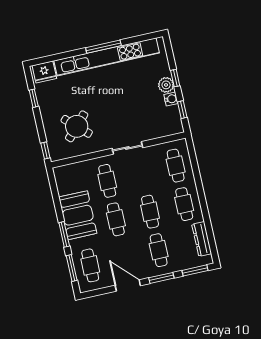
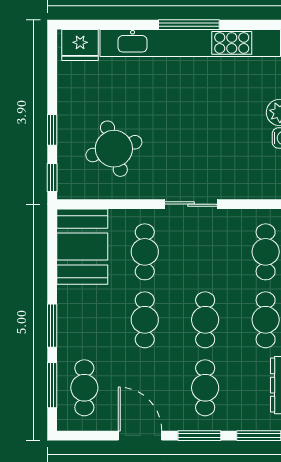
window: (34, 98) -> (52, 130), moved
round table: (77, 126) -> (114, 149), turned 30
booth: (78, 215) -> (82, 247), moved

